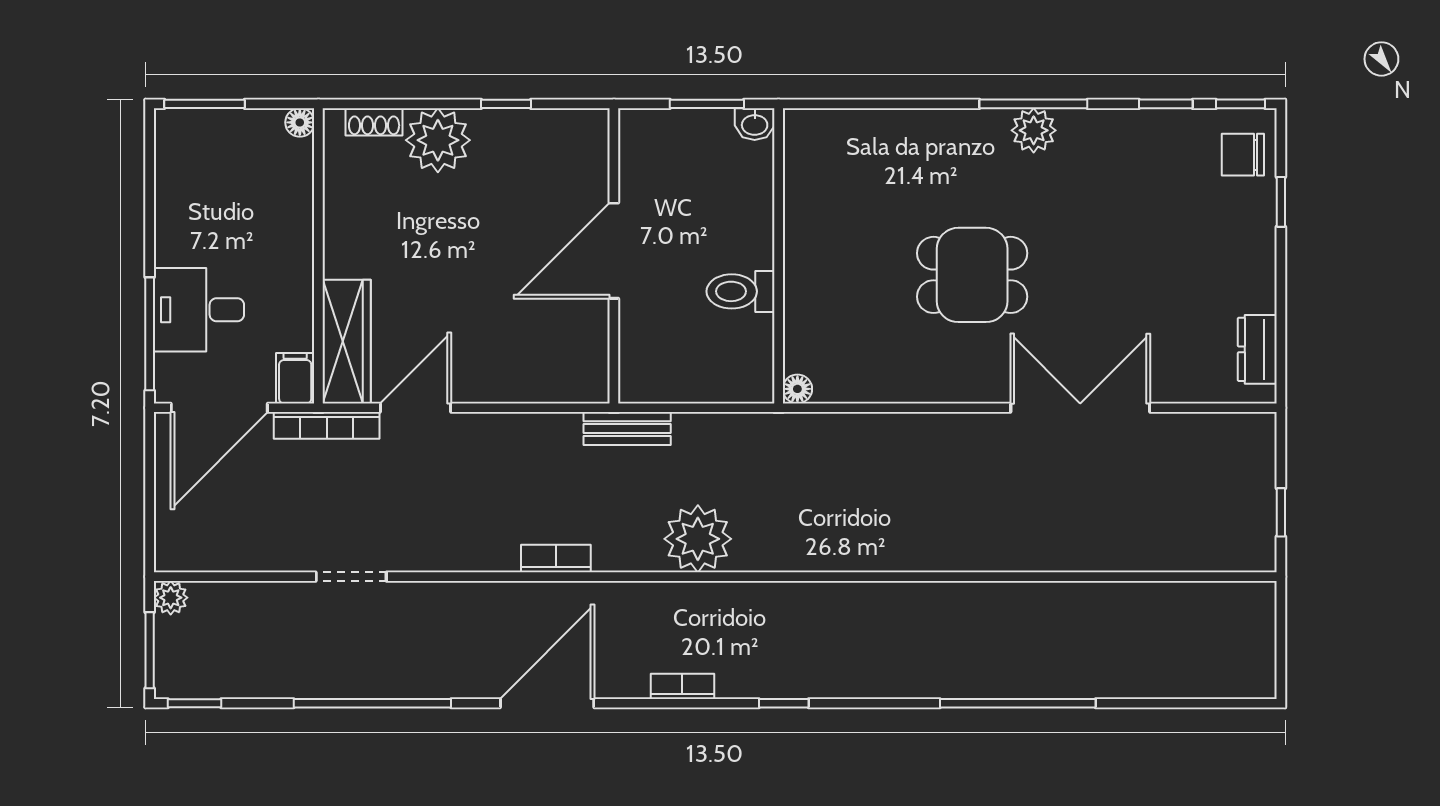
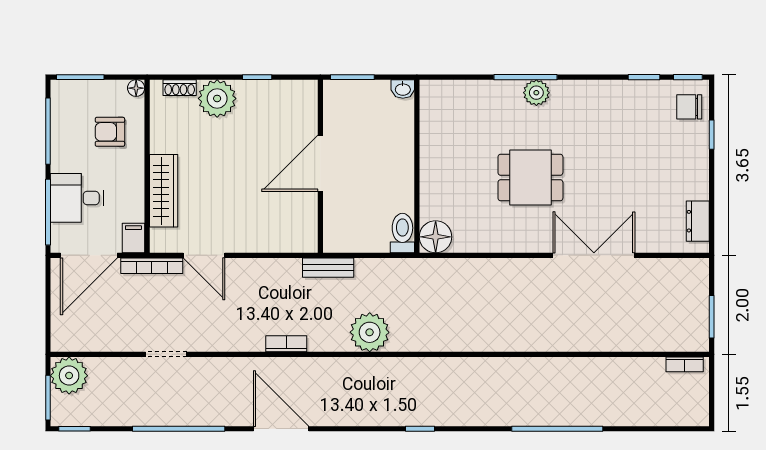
window: (707, 104) -> (352, 77), moved
window: (1033, 104) -> (525, 77), moved
plant: (1034, 130) -> (536, 93), moved
window: (150, 196) -> (48, 131), added
armchair: (255, 197) -> (110, 132), added
toilet: (741, 291) -> (402, 233), moved, turned 90
wardrobe: (347, 342) -> (164, 191), moved
floor lamp: (797, 389) -> (436, 237), width x1.89, depth x1.89
door: (415, 408) -> (204, 255), swing flipped
window: (1281, 512) -> (712, 317), width x1.50
plant: (171, 598) -> (69, 376), width x1.87, depth x1.87
bookcase: (682, 686) -> (685, 364), moved, turned 180
door: (547, 703) -> (281, 429), hinge flipped

